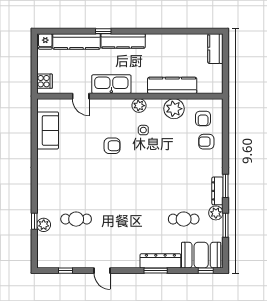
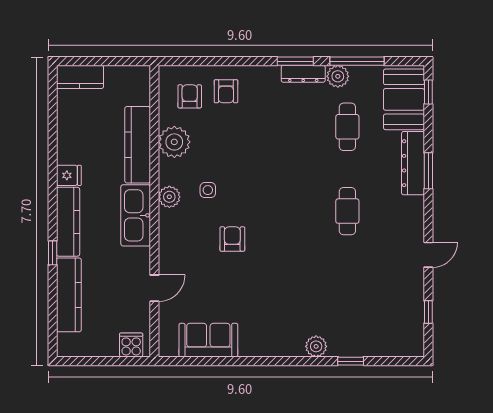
fridge: (45, 41) -> (69, 175), moved
kitchen sink: (111, 84) -> (136, 215), moved
armchair: (203, 119) -> (190, 96), turned -90
cafe table: (76, 219) -> (347, 211), moved
plant: (44, 225) -> (316, 346), moved
window: (225, 225) -> (357, 61), width x1.44

